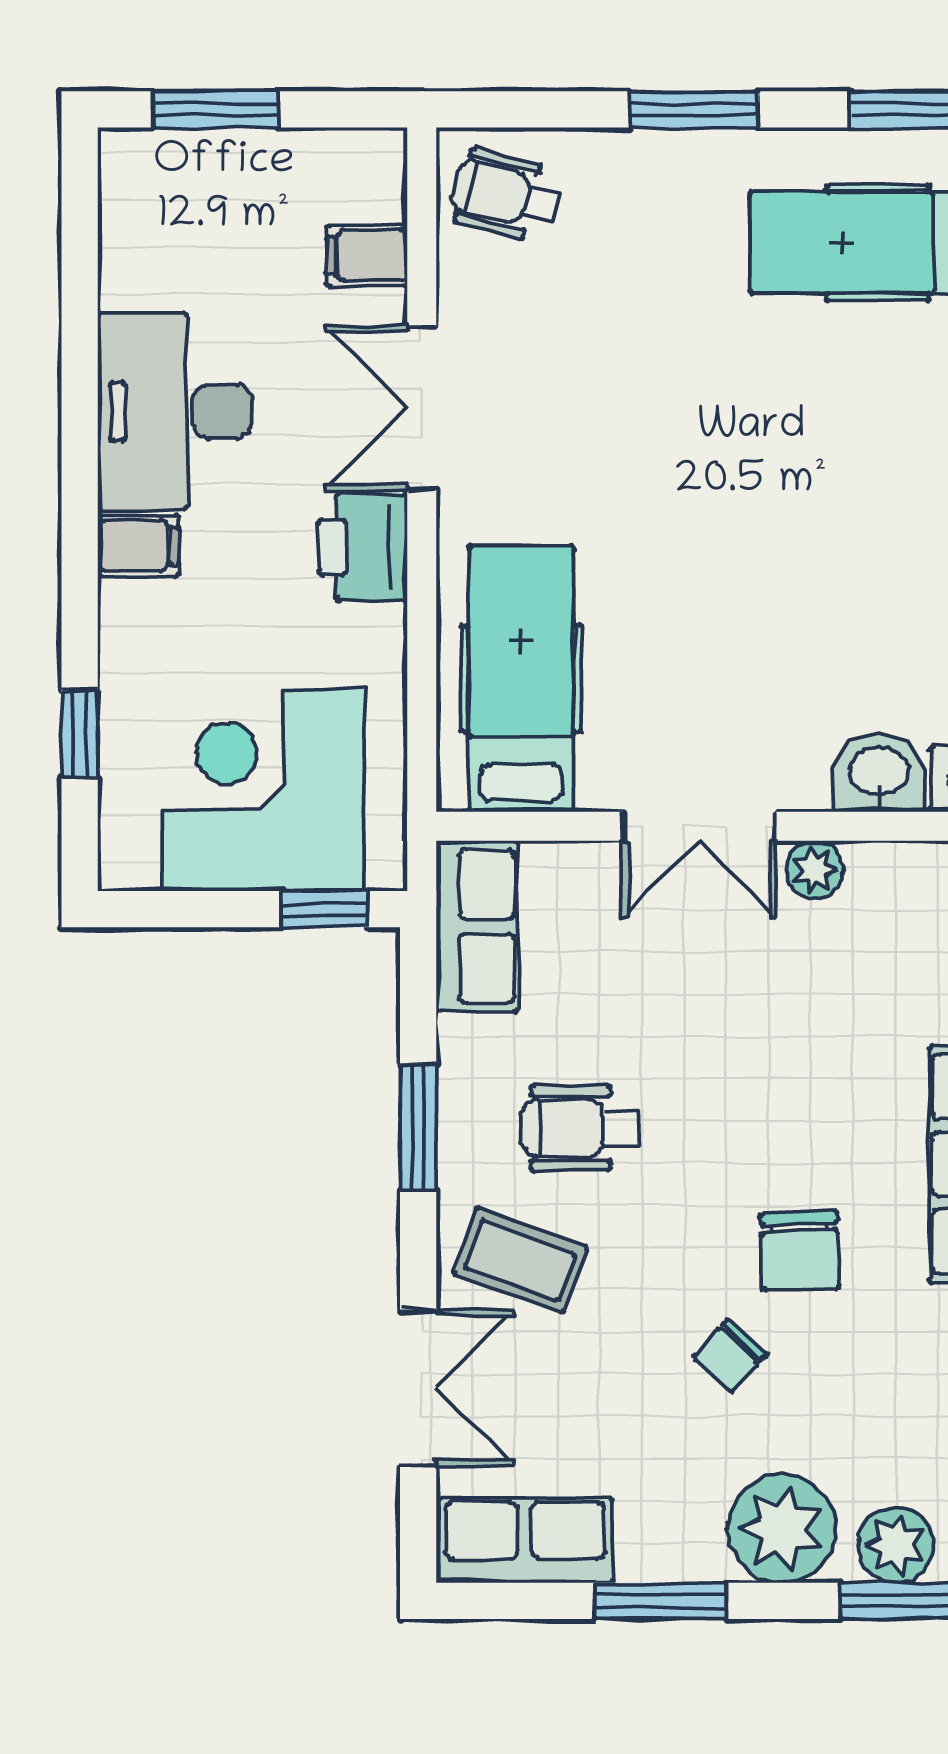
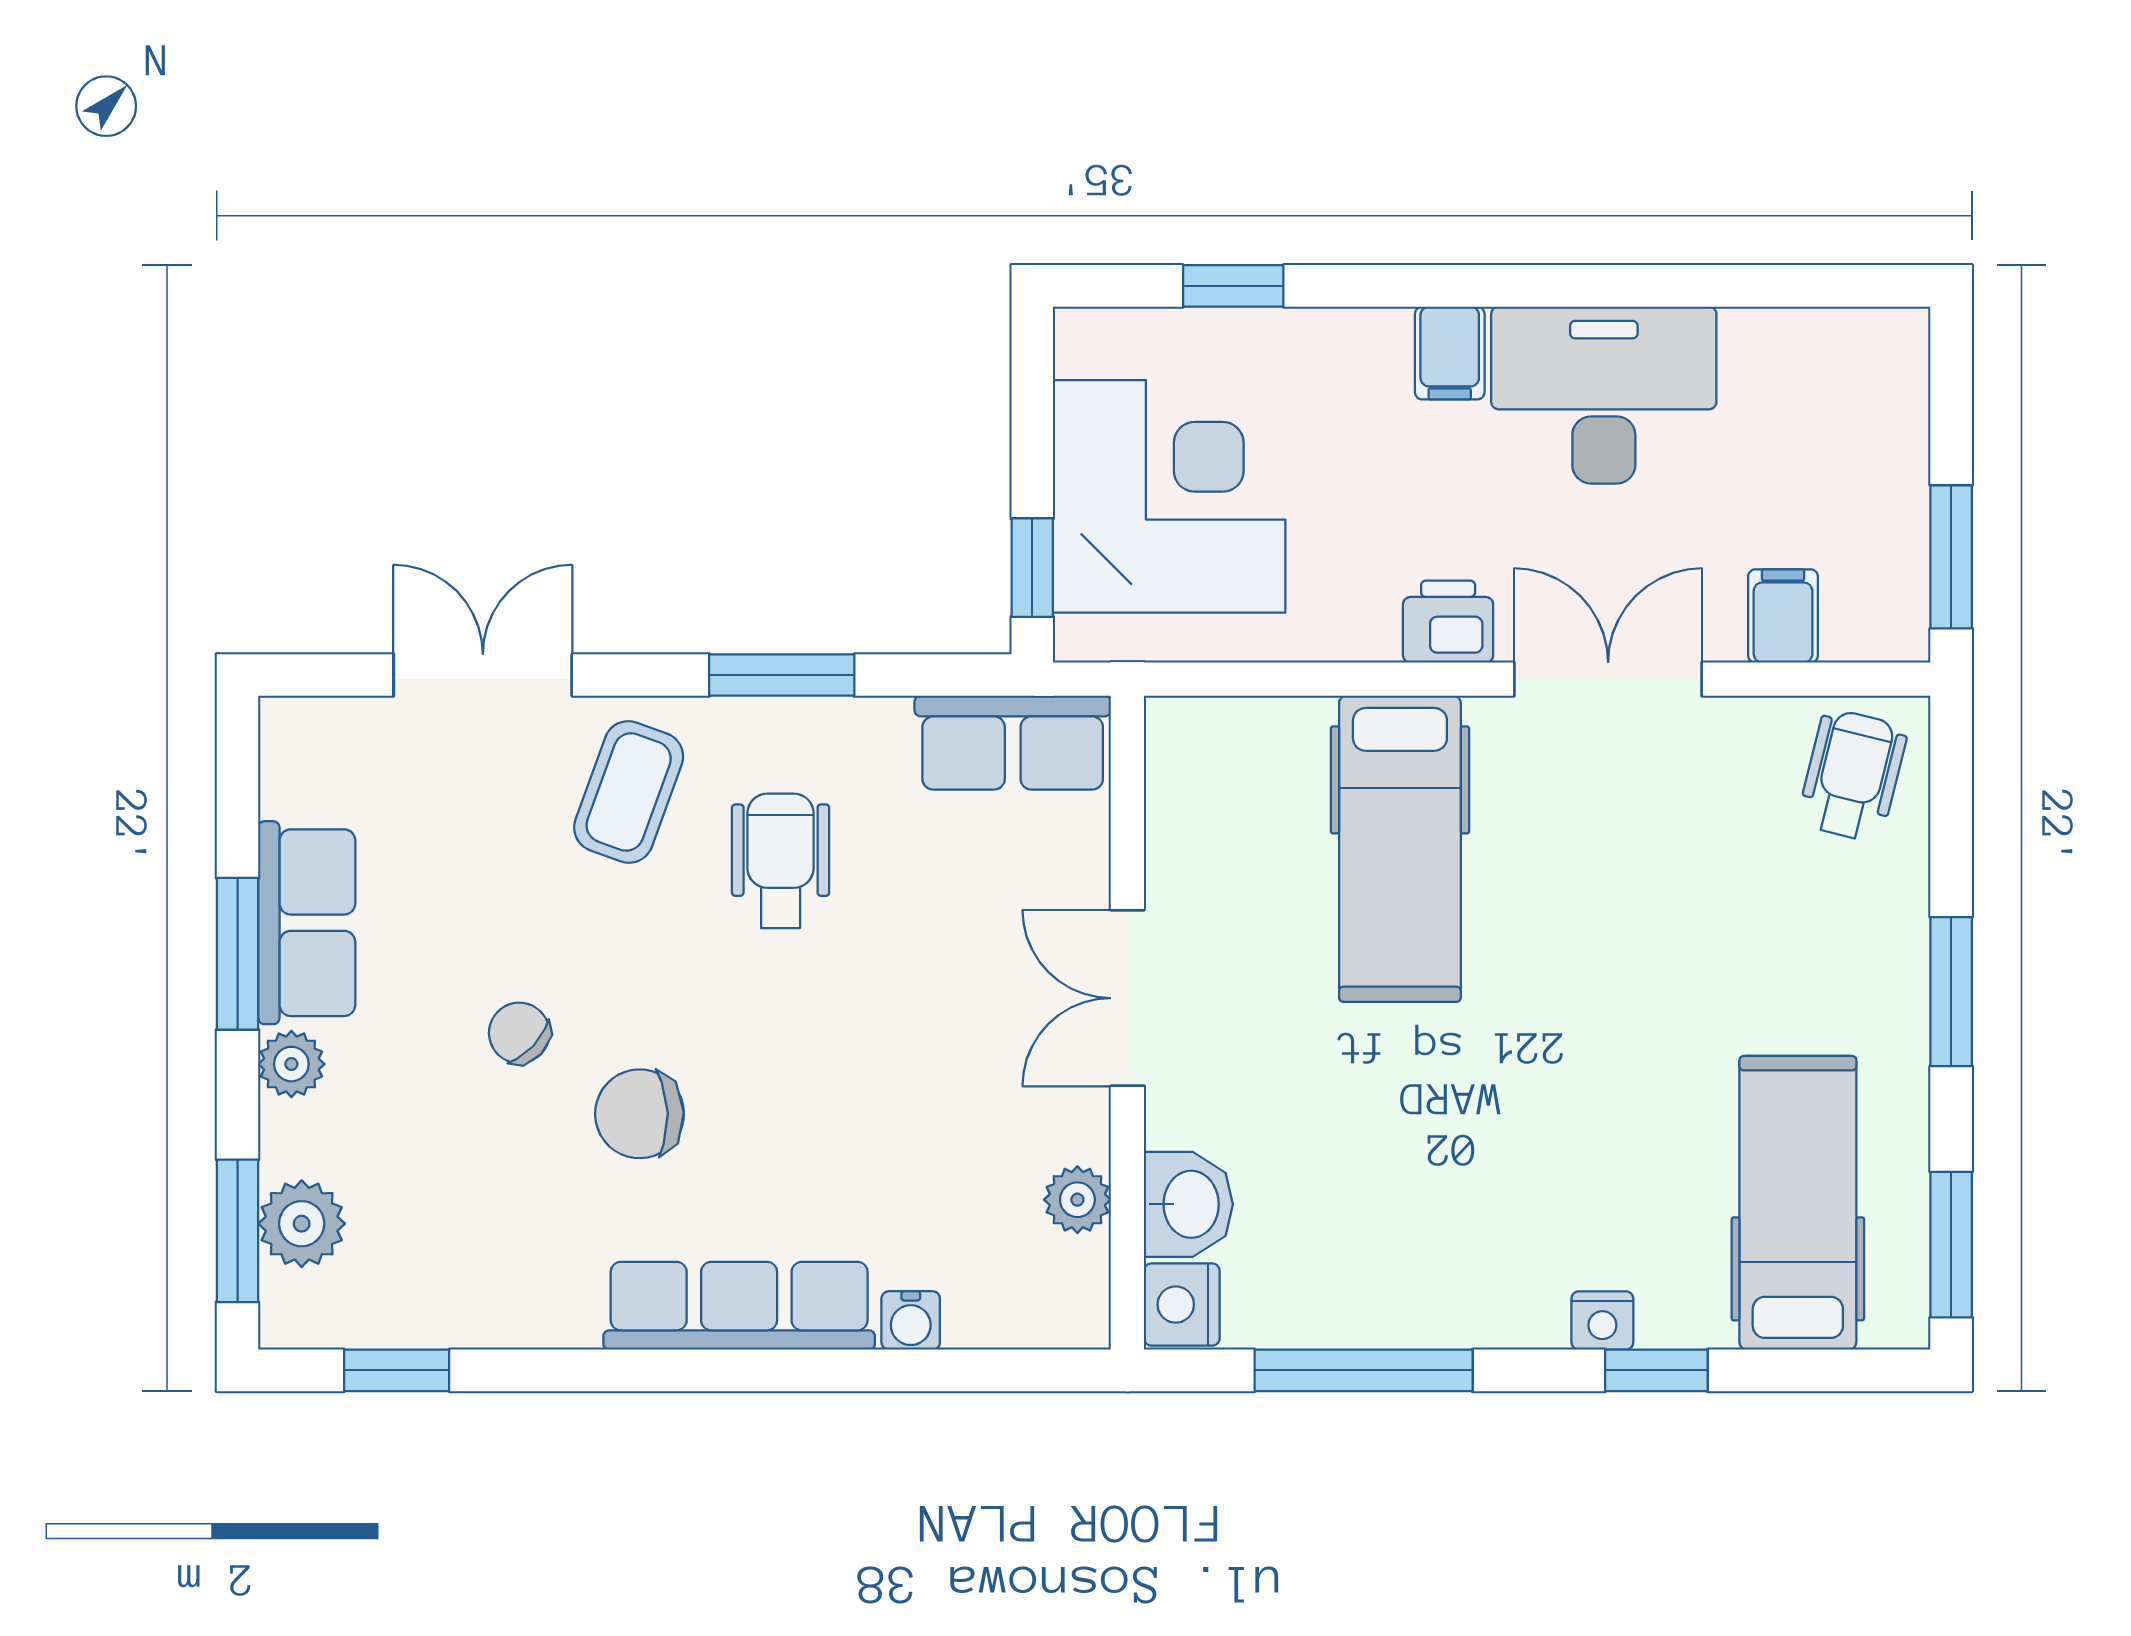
window: (215, 109) -> (1951, 557), moved
printer: (363, 547) -> (1448, 622), width x0.73, depth x0.81
hospital bed: (521, 679) -> (1400, 849), moved, turned 90
plant: (814, 870) -> (1077, 1200), moved
double door: (418, 1387) -> (483, 675), swing flipped
plant: (782, 1529) -> (291, 1064), width x0.53, depth x0.53
row of seats: (525, 1541) -> (307, 923), moved

